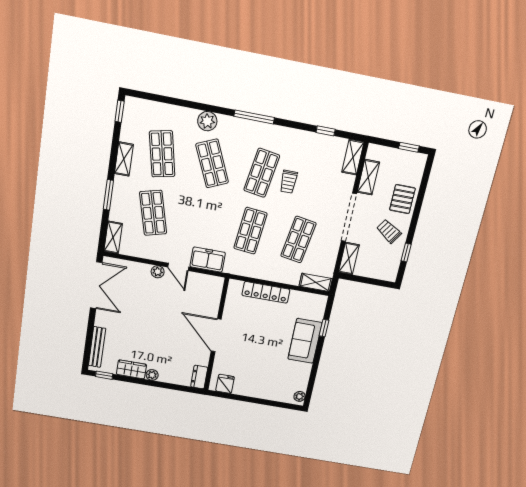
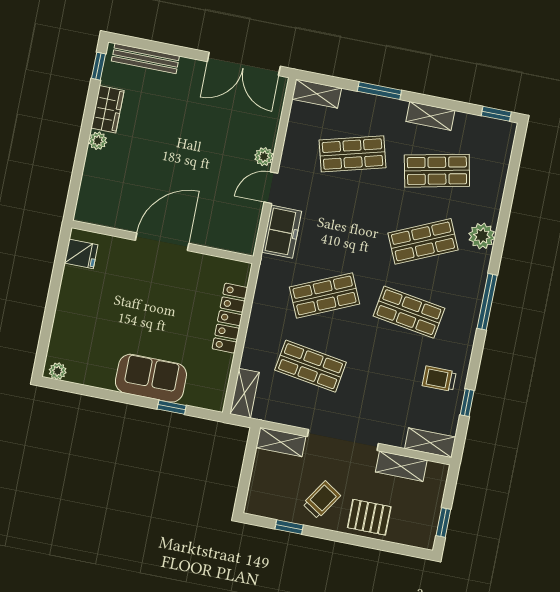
trolley: (289, 182) -> (439, 379), moved
shop shelf: (250, 231) -> (325, 295), turned -30
dresser: (199, 377) -> (93, 214), removed

